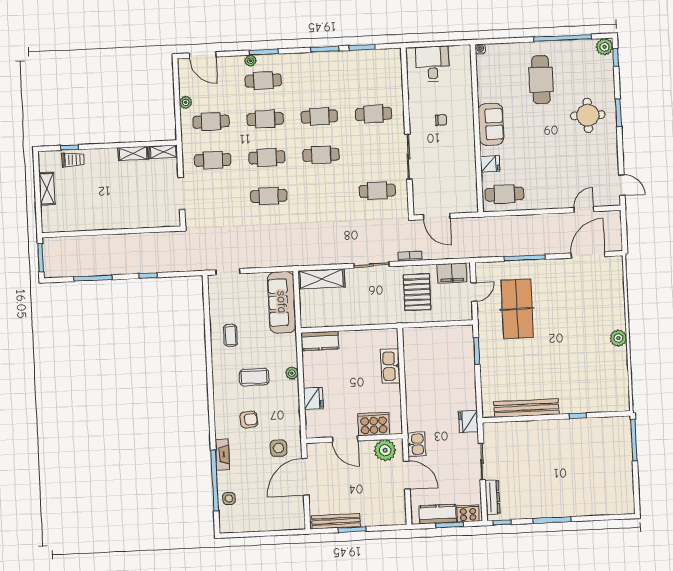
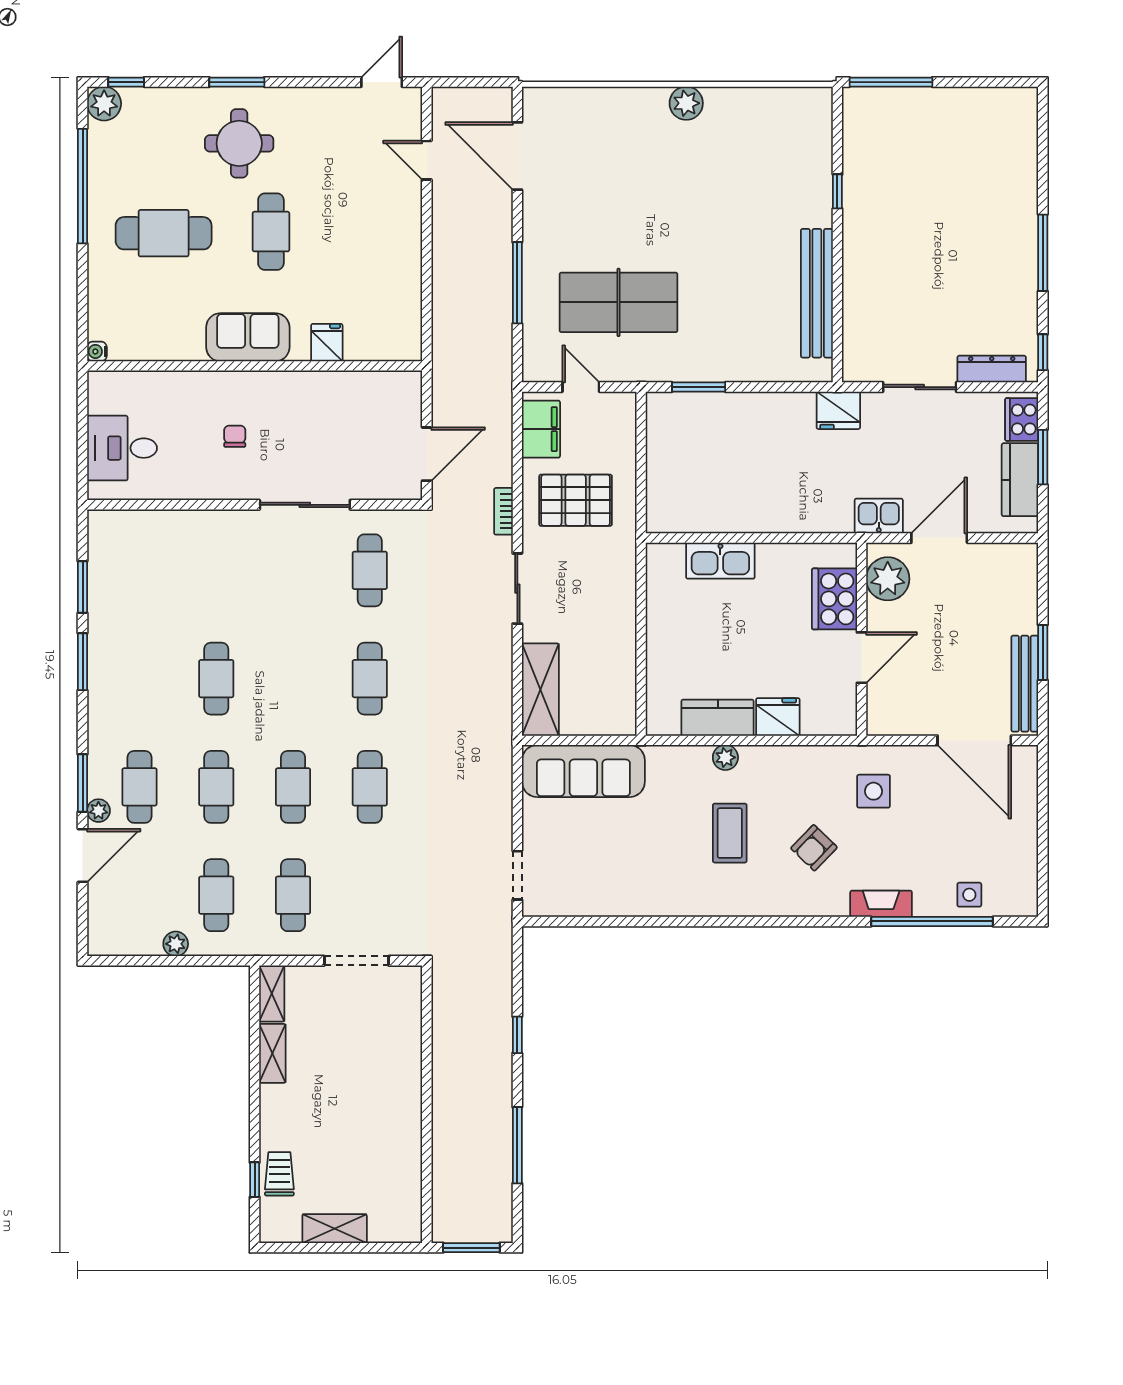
door: (203, 55) -> (83, 856), moved
cafe table: (374, 114) -> (216, 570), removed
cafe table: (321, 155) -> (370, 679), moved
cafe table: (504, 194) -> (271, 232), moved
coffee table: (230, 335) -> (644, 877), removed
kitchen counter: (320, 341) -> (718, 718), moved, turned -90
armchair: (249, 420) -> (814, 848), turned -131
door: (305, 477) -> (974, 740), moved

